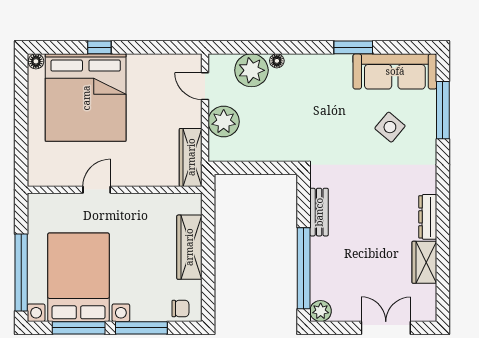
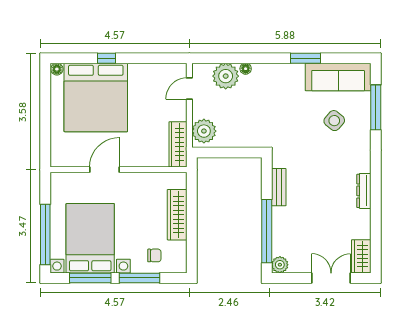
door: (205, 86) -> (189, 88), hinge flipped
plant: (224, 122) -> (204, 131), moved
door: (97, 190) -> (104, 170), width x1.38
wardrobe: (424, 262) -> (361, 256), moved
chair: (180, 309) -> (154, 255), moved

